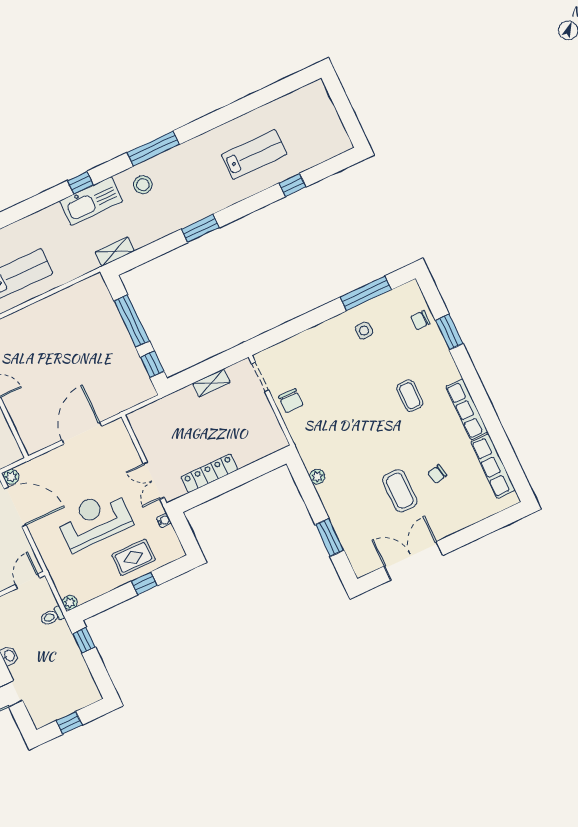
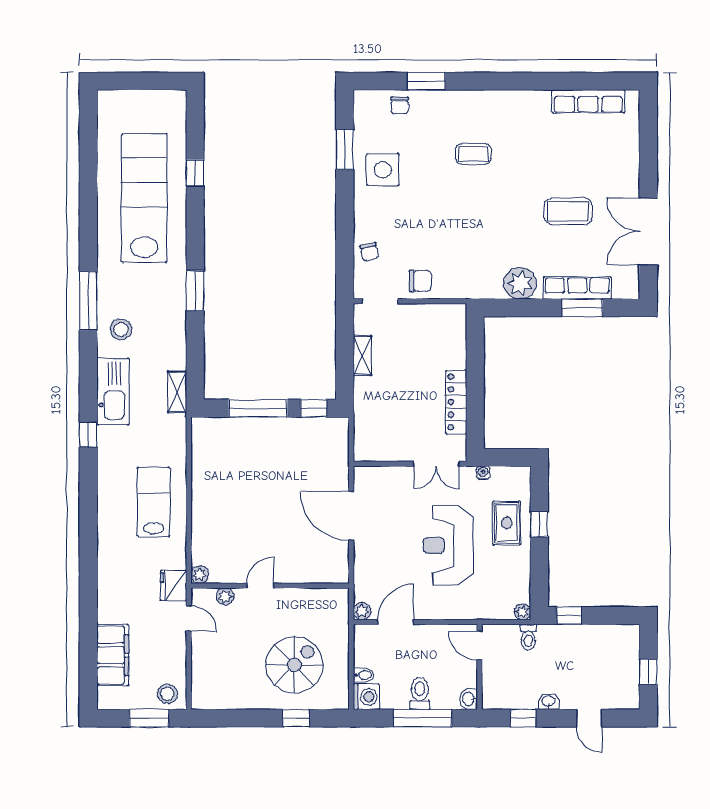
lab bench: (254, 154) -> (144, 198), width x1.86, depth x1.39
window: (80, 183) -> (88, 434), moved
window: (366, 293) -> (345, 150), width x0.69
side table: (364, 330) -> (383, 170), width x1.87, depth x1.87
row of seats: (467, 409) -> (577, 288), moved, turned 180
chair: (437, 474) -> (369, 252), moved
plant: (317, 477) -> (520, 283), width x1.87, depth x1.87
door: (15, 507) -> (396, 622), width x0.73

